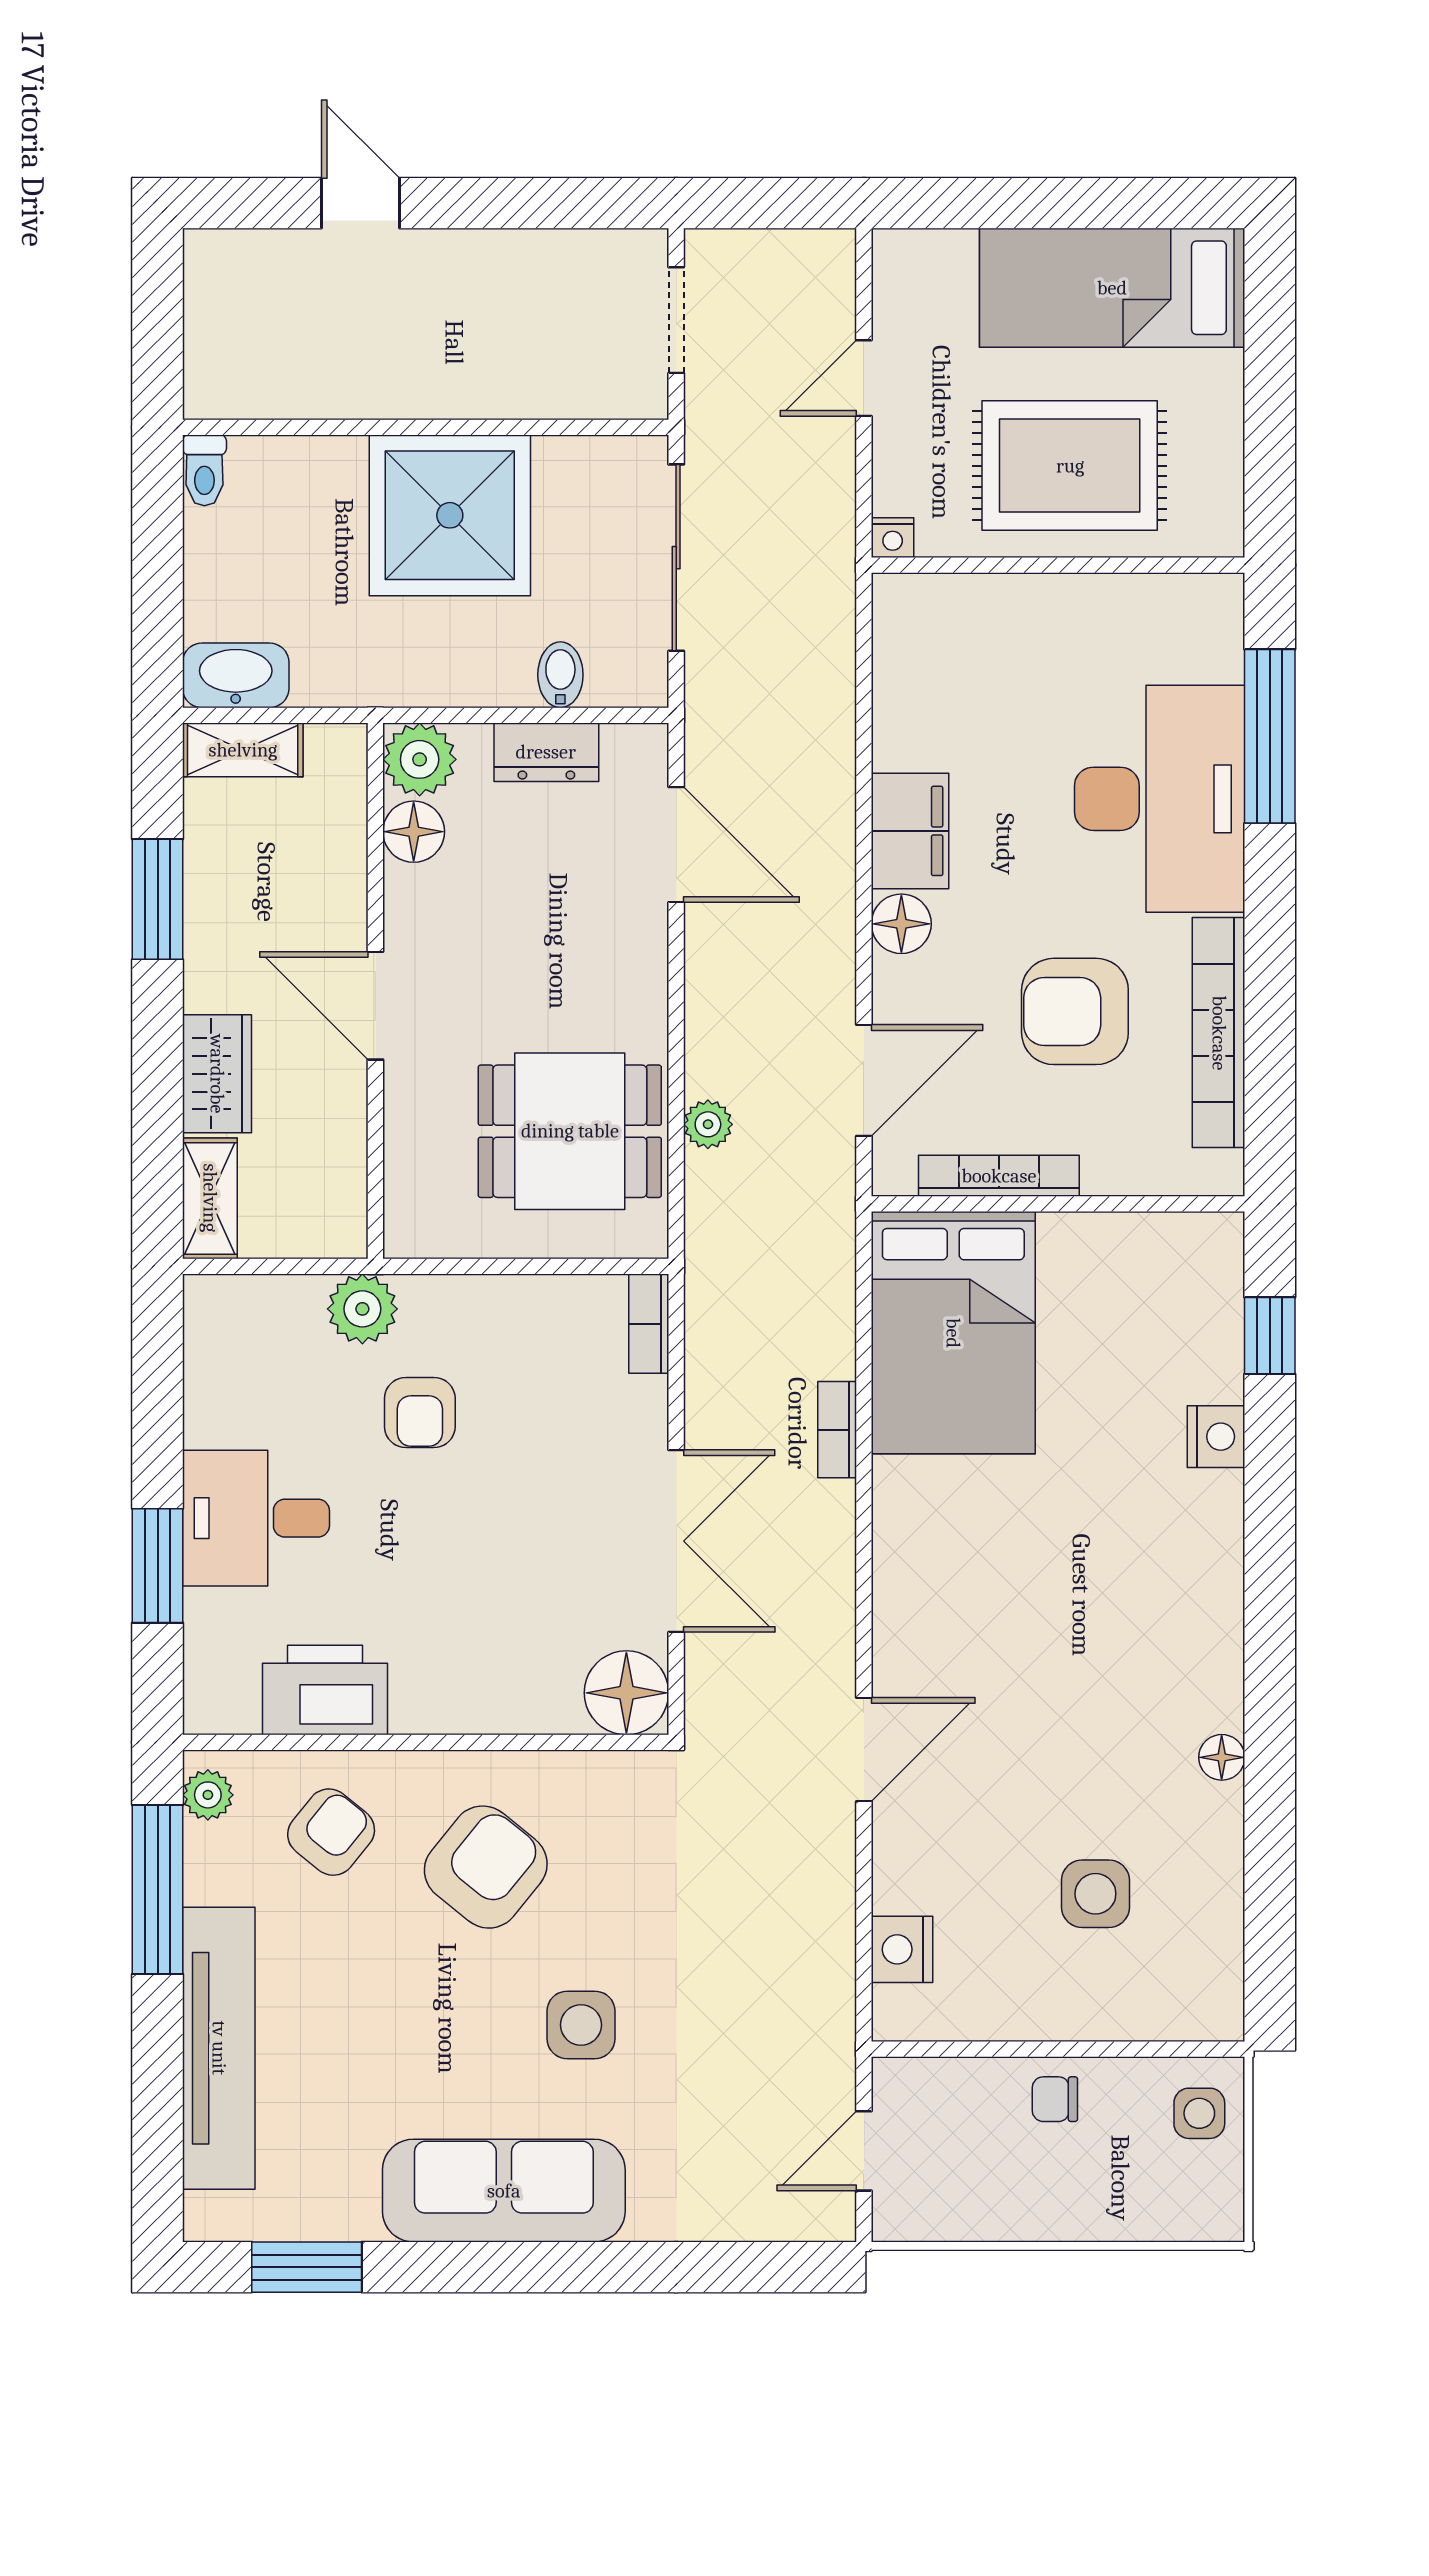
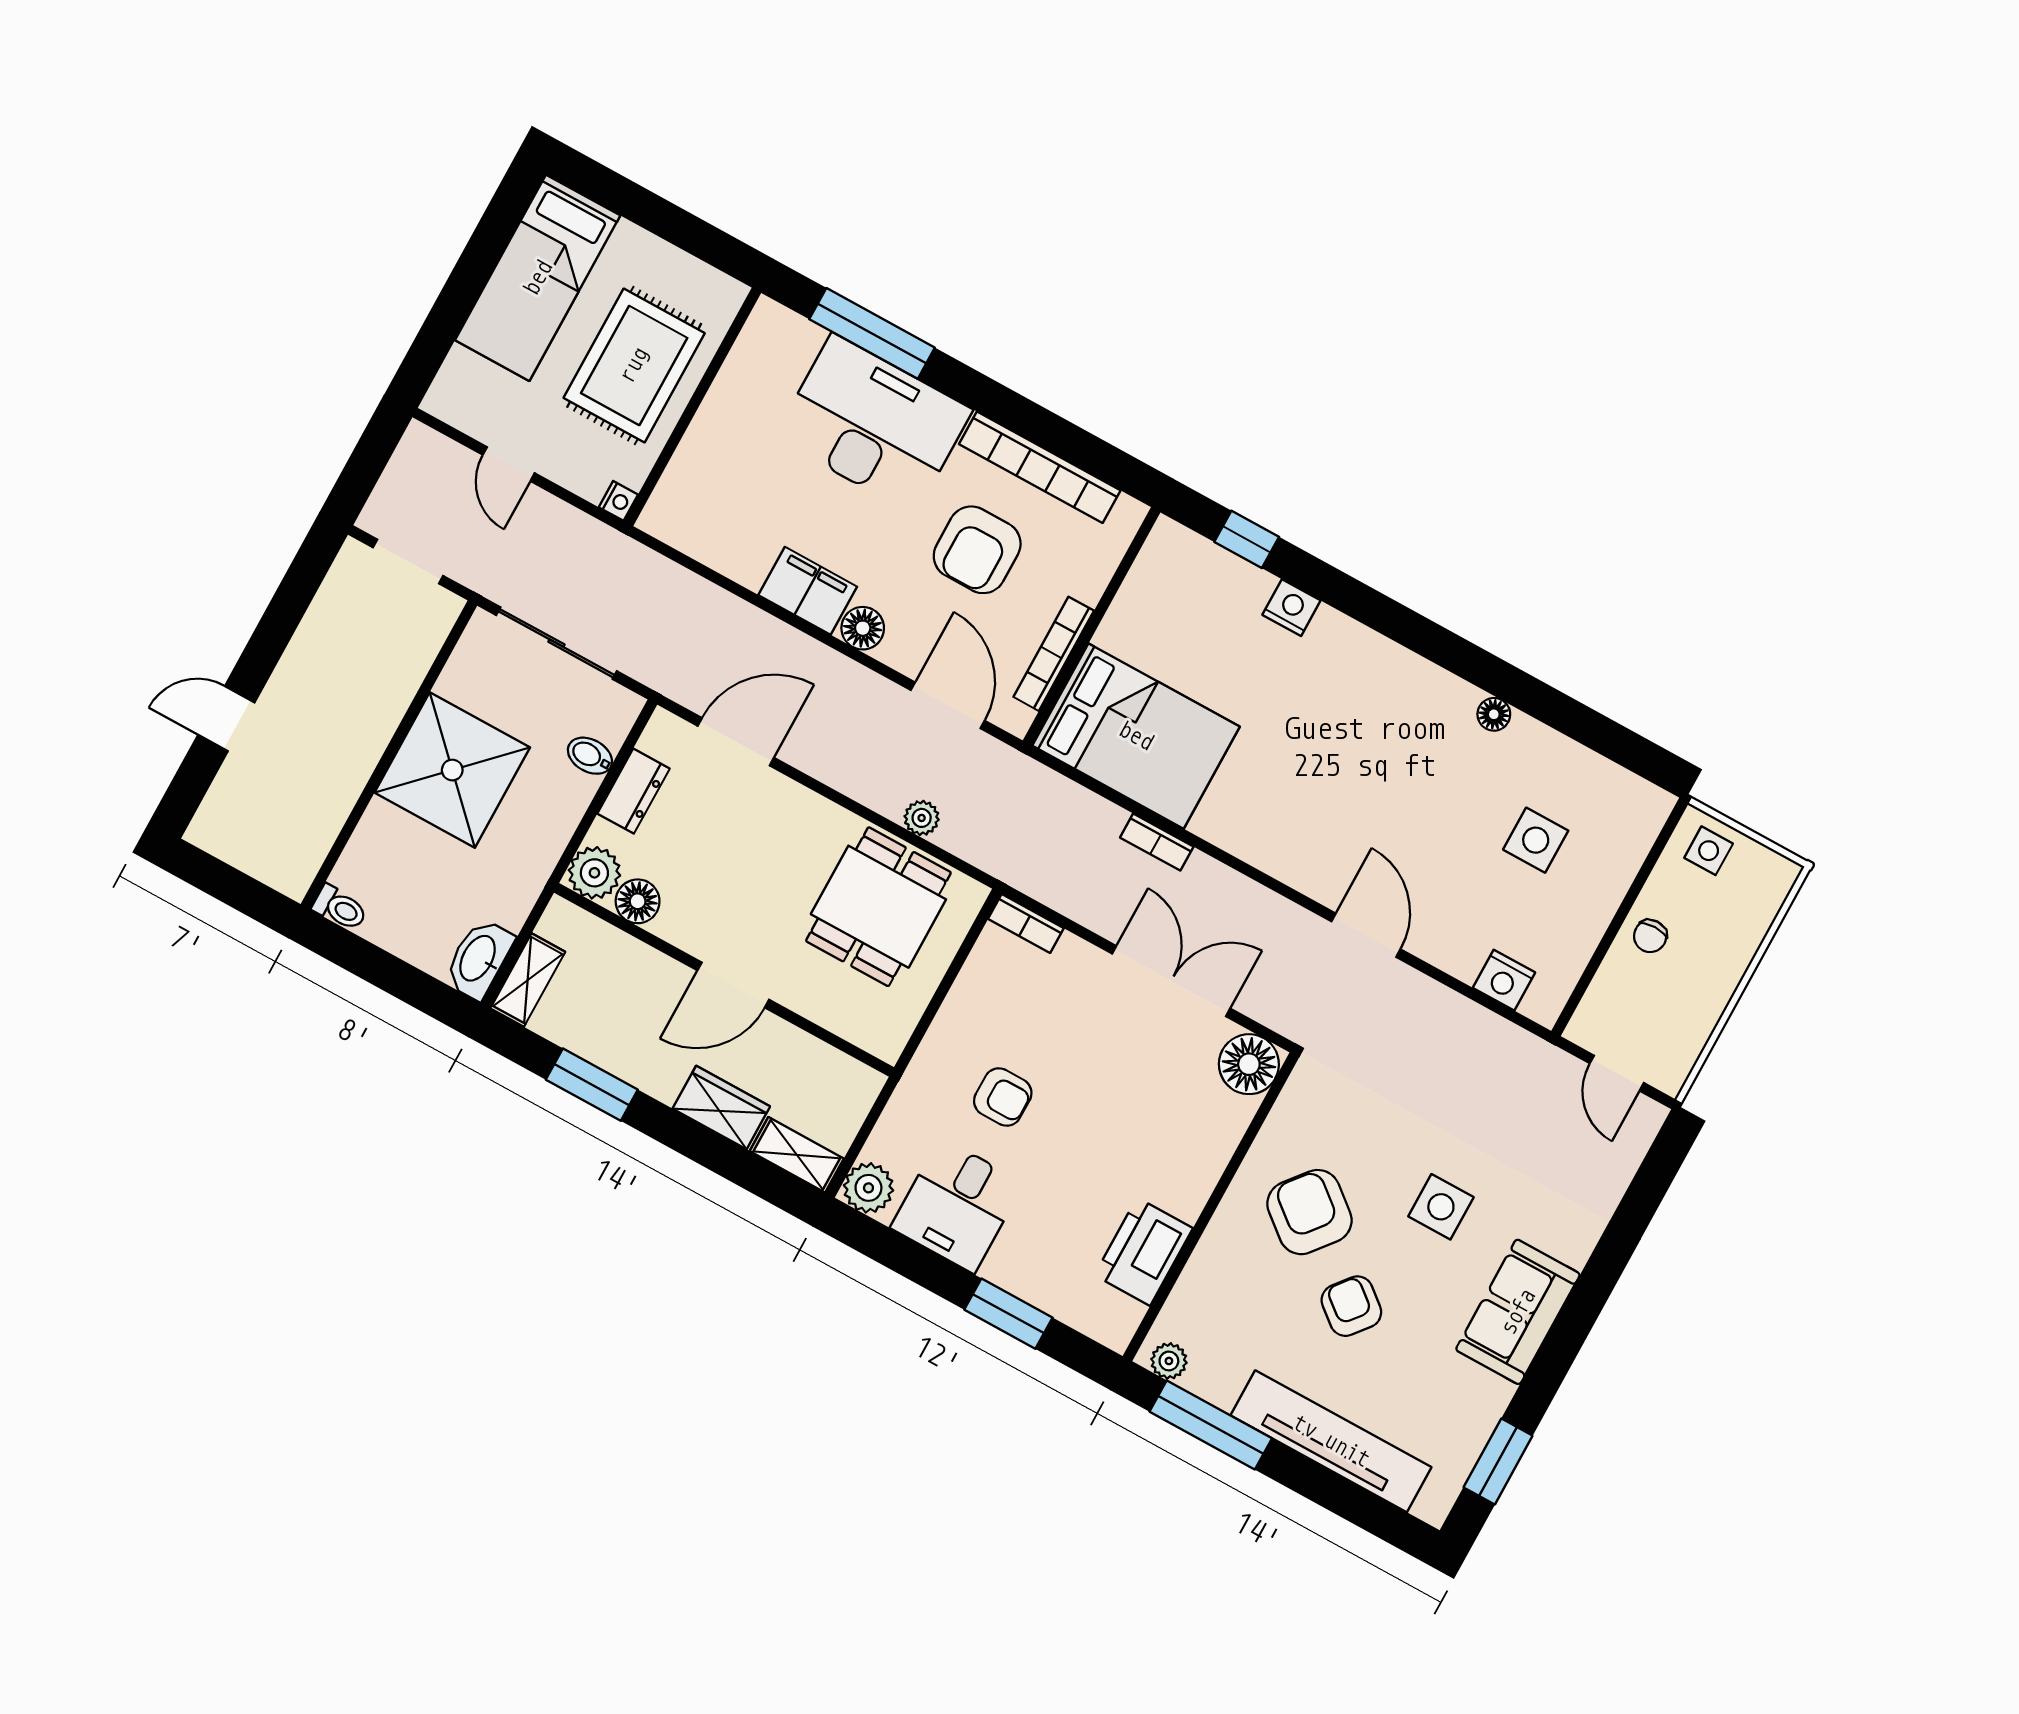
plant: (362, 1309) -> (868, 1188), moved
desk: (256, 1518) -> (957, 1205), moved
armchair: (331, 1832) -> (1351, 1306), moved
sofa: (504, 2191) -> (1518, 1312), width x0.73

